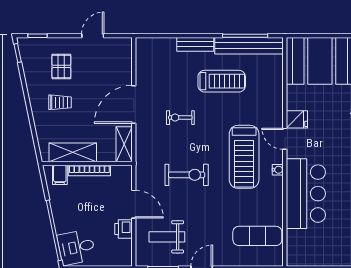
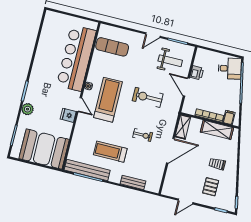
bench: (195, 44) -> (133, 182), moved
bar counter: (306, 194) -> (76, 58), width x1.36

